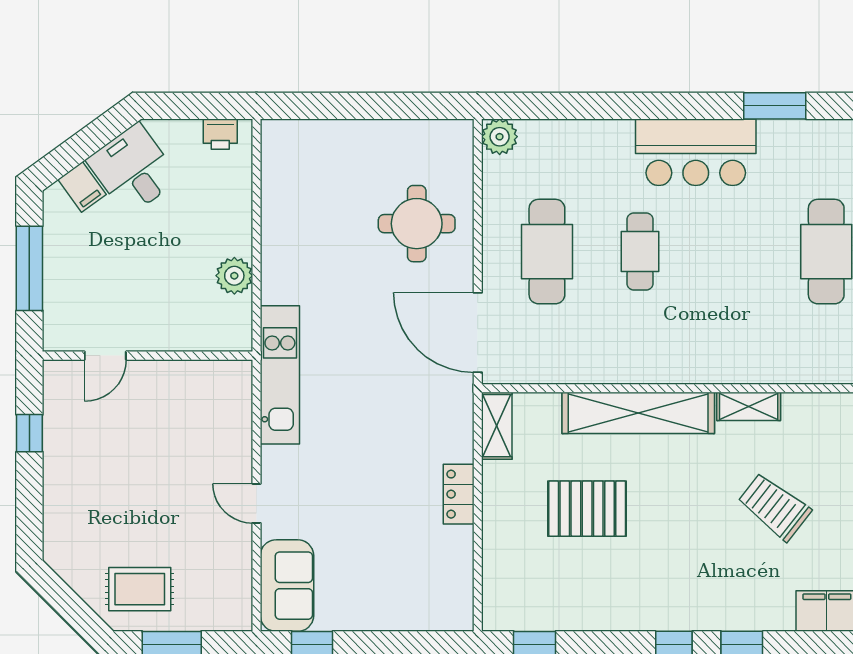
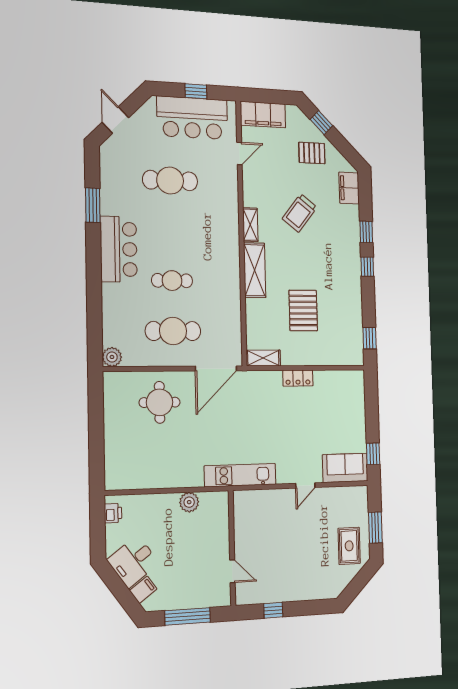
shelving: (638, 413) -> (255, 270), width x0.68

